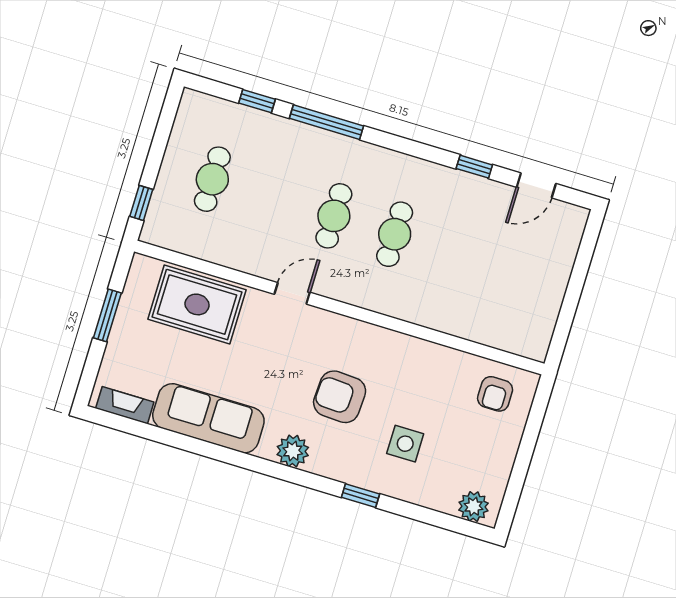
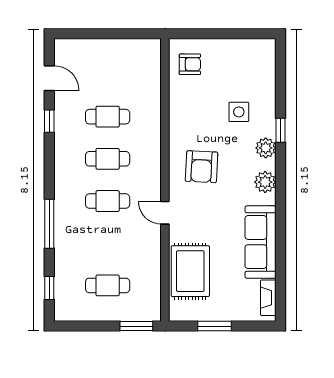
window: (257, 101) -> (49, 288), moved
window: (141, 203) -> (136, 326), width x1.50
cafe table: (455, 253) -> (108, 117), added
armchair: (340, 397) -> (202, 167), moved
plant: (474, 507) -> (266, 148), moved

